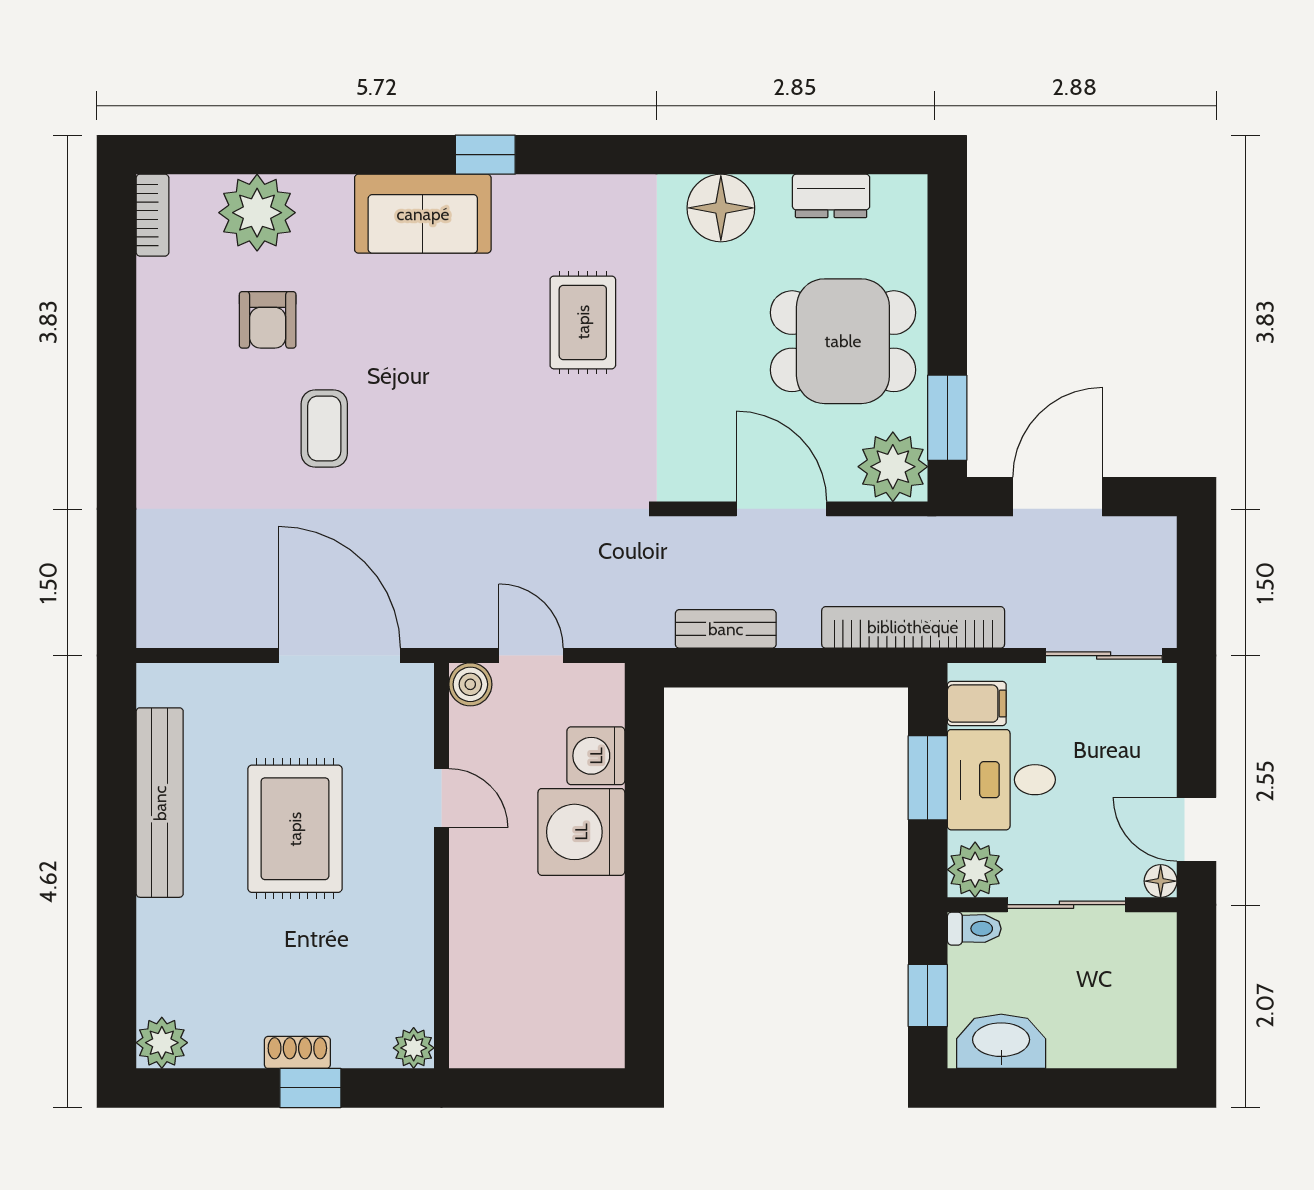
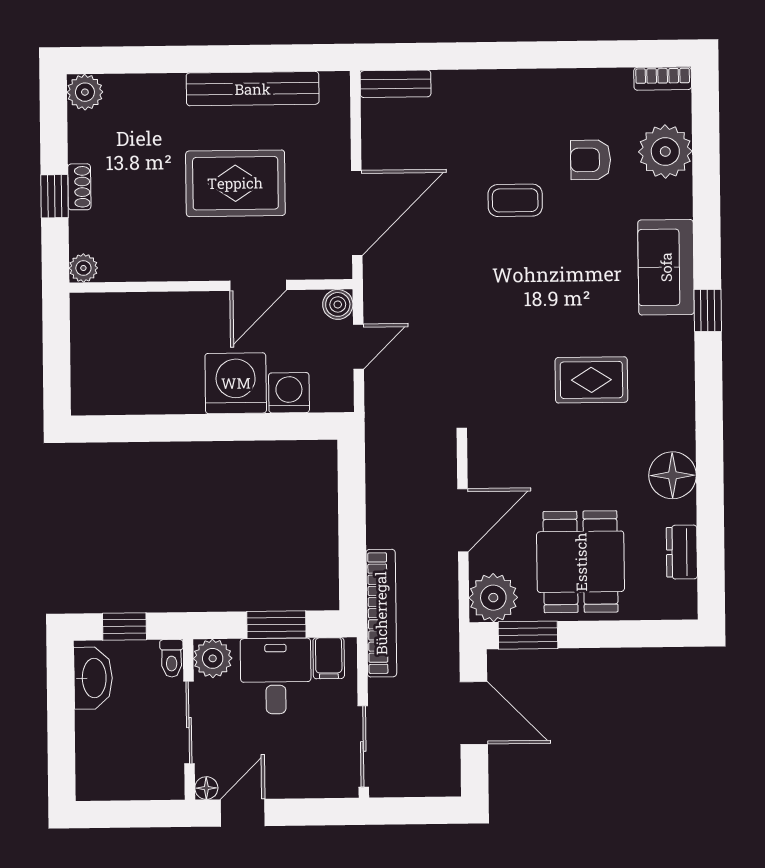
bench: (726, 629) -> (396, 84), moved, turned 90
door: (441, 798) -> (258, 285), width x1.38

